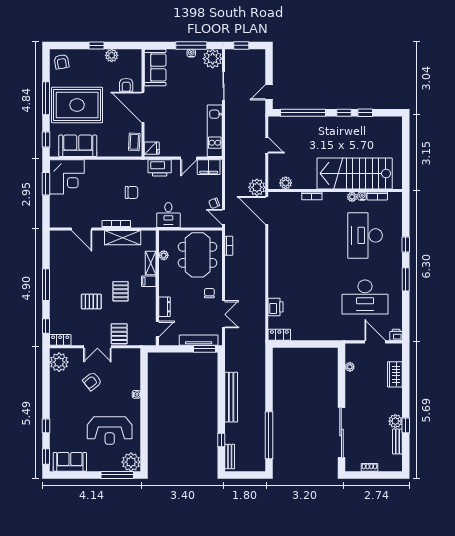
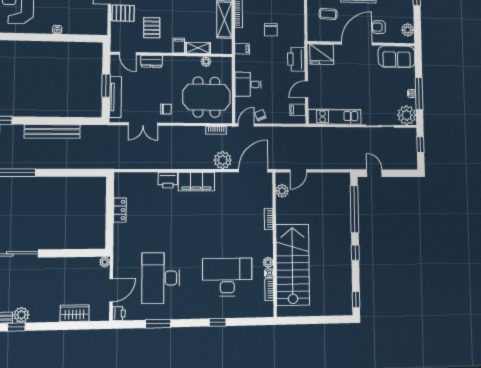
plant: (112, 55) -> (408, 30), moved
window: (365, 113) -> (356, 300), moved
coffee table: (134, 142) -> (328, 14), moved
door: (267, 145) -> (298, 171), moved
fridge: (152, 148) -> (322, 54), width x1.88, depth x1.34
door: (189, 158) -> (307, 89), hinge flipped
filing cabinet: (209, 167) -> (298, 110), width x0.50
plant: (257, 187) -> (223, 160), moved
desk: (168, 215) -> (248, 84), moved
filing cabinet: (151, 221) -> (242, 49), added
filing cabinet: (277, 264) -> (196, 182), added
window: (406, 279) -> (158, 324), moved
pallet: (121, 291) -> (152, 28), moved, turned 90
printer: (276, 307) -> (168, 180), moved
locker: (279, 335) -> (120, 210), moved
window: (204, 349) -> (106, 86), moved
plant: (350, 367) -> (105, 262), moved

